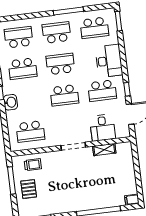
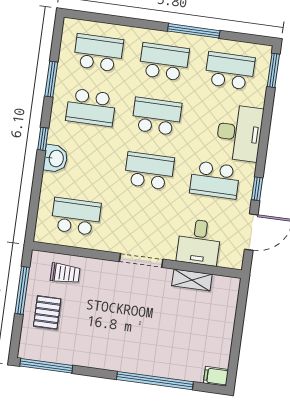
school desk: (94, 28) -> (230, 71), turned 180
school desk: (64, 95) -> (149, 171), turned 180
school desk: (30, 131) -> (76, 216), turned 180

